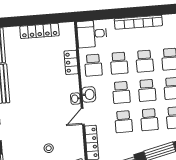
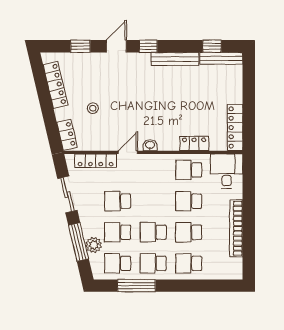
locker: (39, 31) -> (235, 128), moved
school desk: (121, 92) -> (153, 201), removed
washbasin: (89, 94) -> (154, 162), removed
door: (83, 116) -> (128, 152), hinge flipped
plant: (161, 139) -> (94, 245), added

